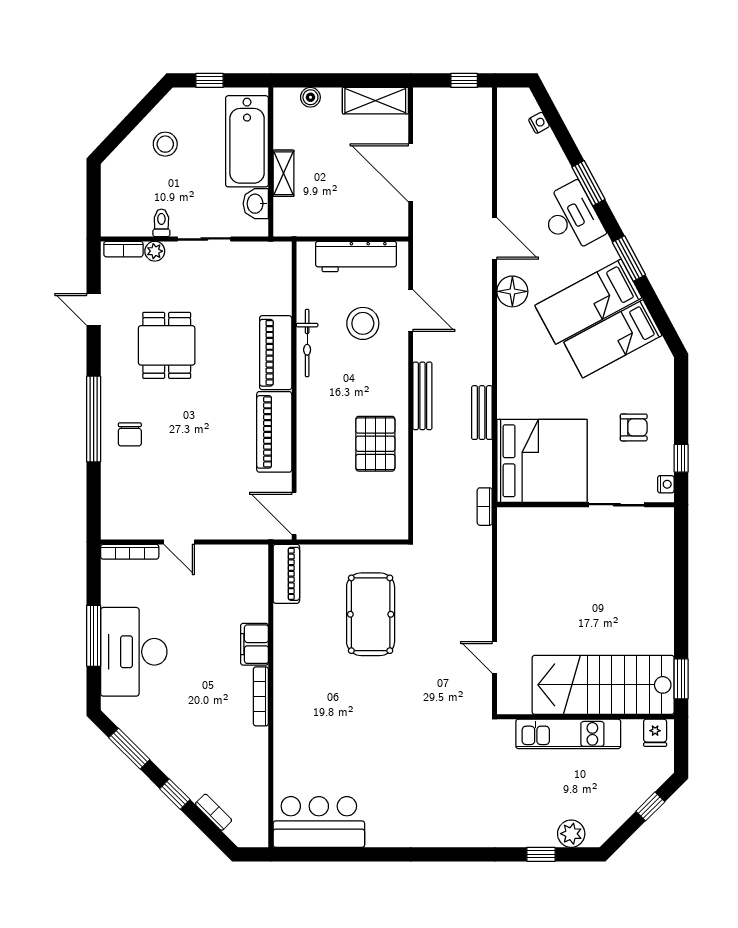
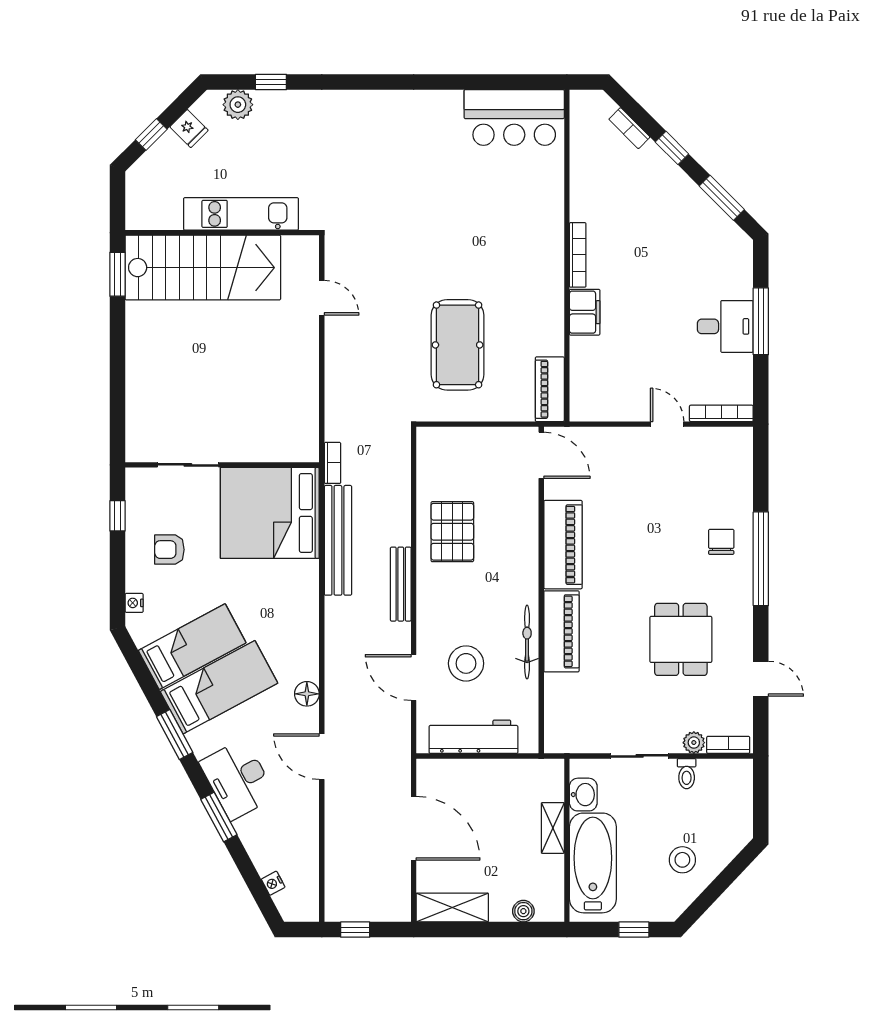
floor lamp: (512, 291) -> (307, 694), width x0.73, depth x0.73
bench: (482, 413) -> (338, 540), width x1.86, depth x1.21
nightstand: (666, 484) -> (134, 603), moved
desk: (134, 652) -> (725, 326), width x0.53, depth x0.77
fridge: (655, 733) -> (189, 129), moved, turned 135

